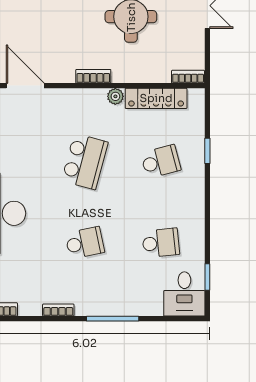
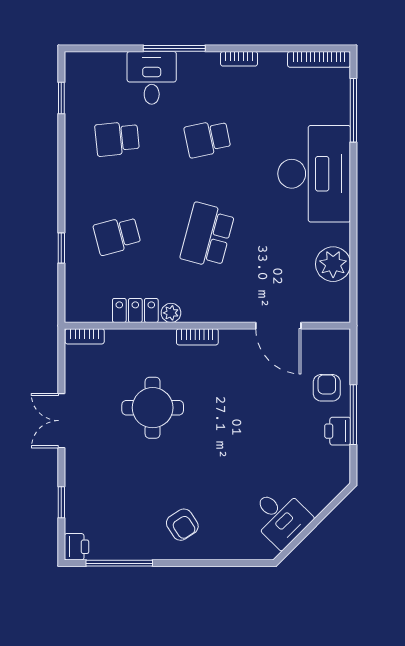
locker: (156, 98) -> (135, 310), width x0.66
desk: (184, 294) -> (152, 78), moved

